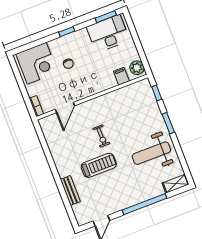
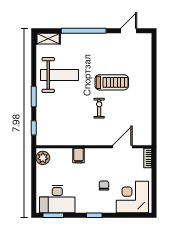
filing cabinet: (121, 76) -> (79, 156), moved
treadmill: (99, 165) -> (112, 82), turned 180
bench: (70, 190) -> (146, 69), removed

